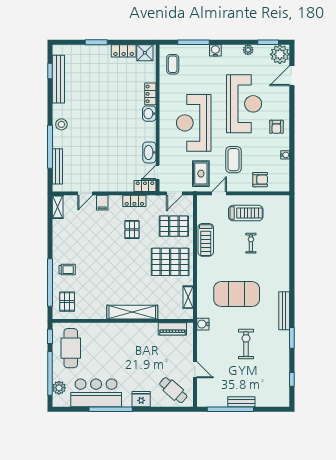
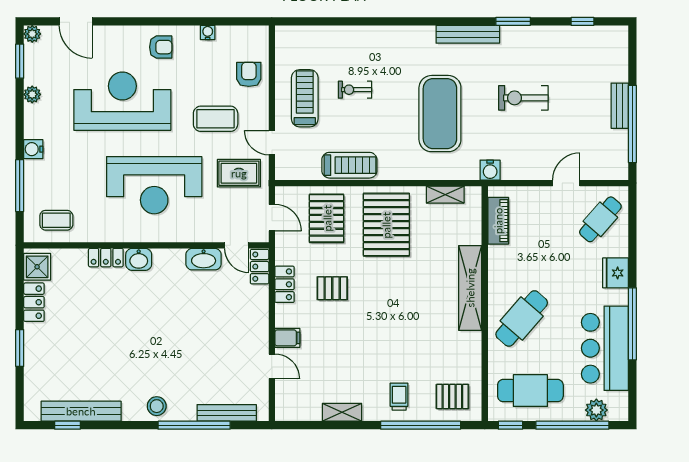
plant: (280, 54) -> (32, 34), width x0.53, depth x0.53
shelving: (58, 207) -> (342, 412), moved
cafe table: (114, 343) -> (522, 318), added

